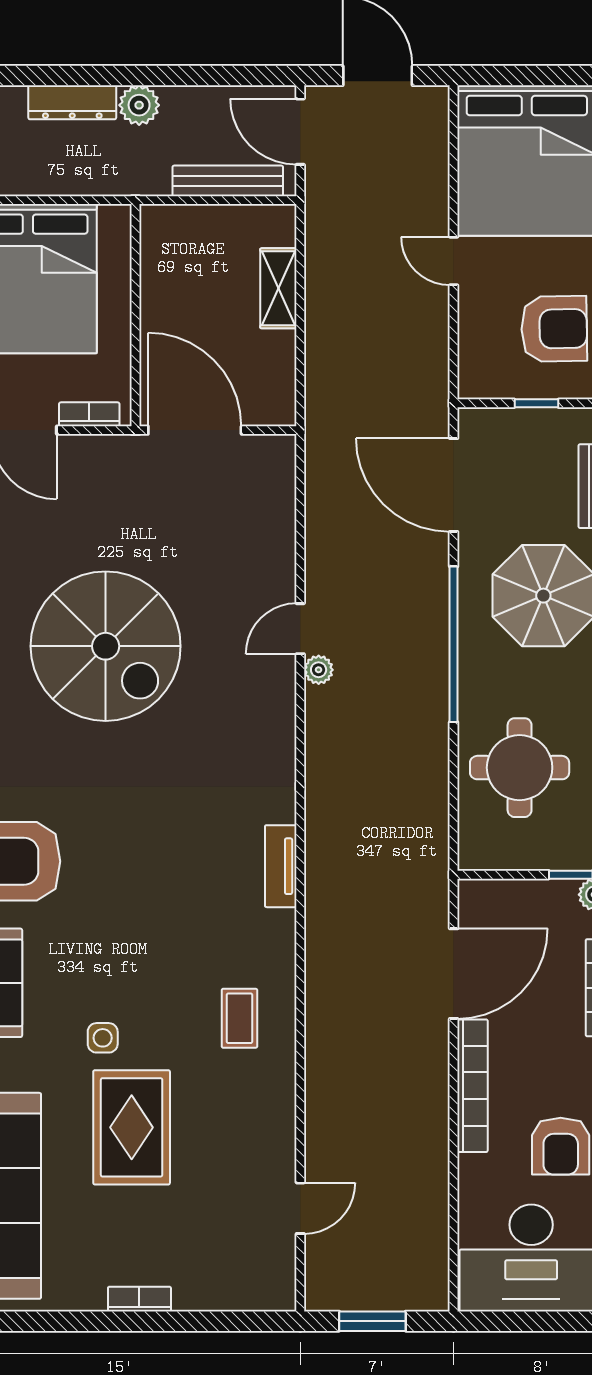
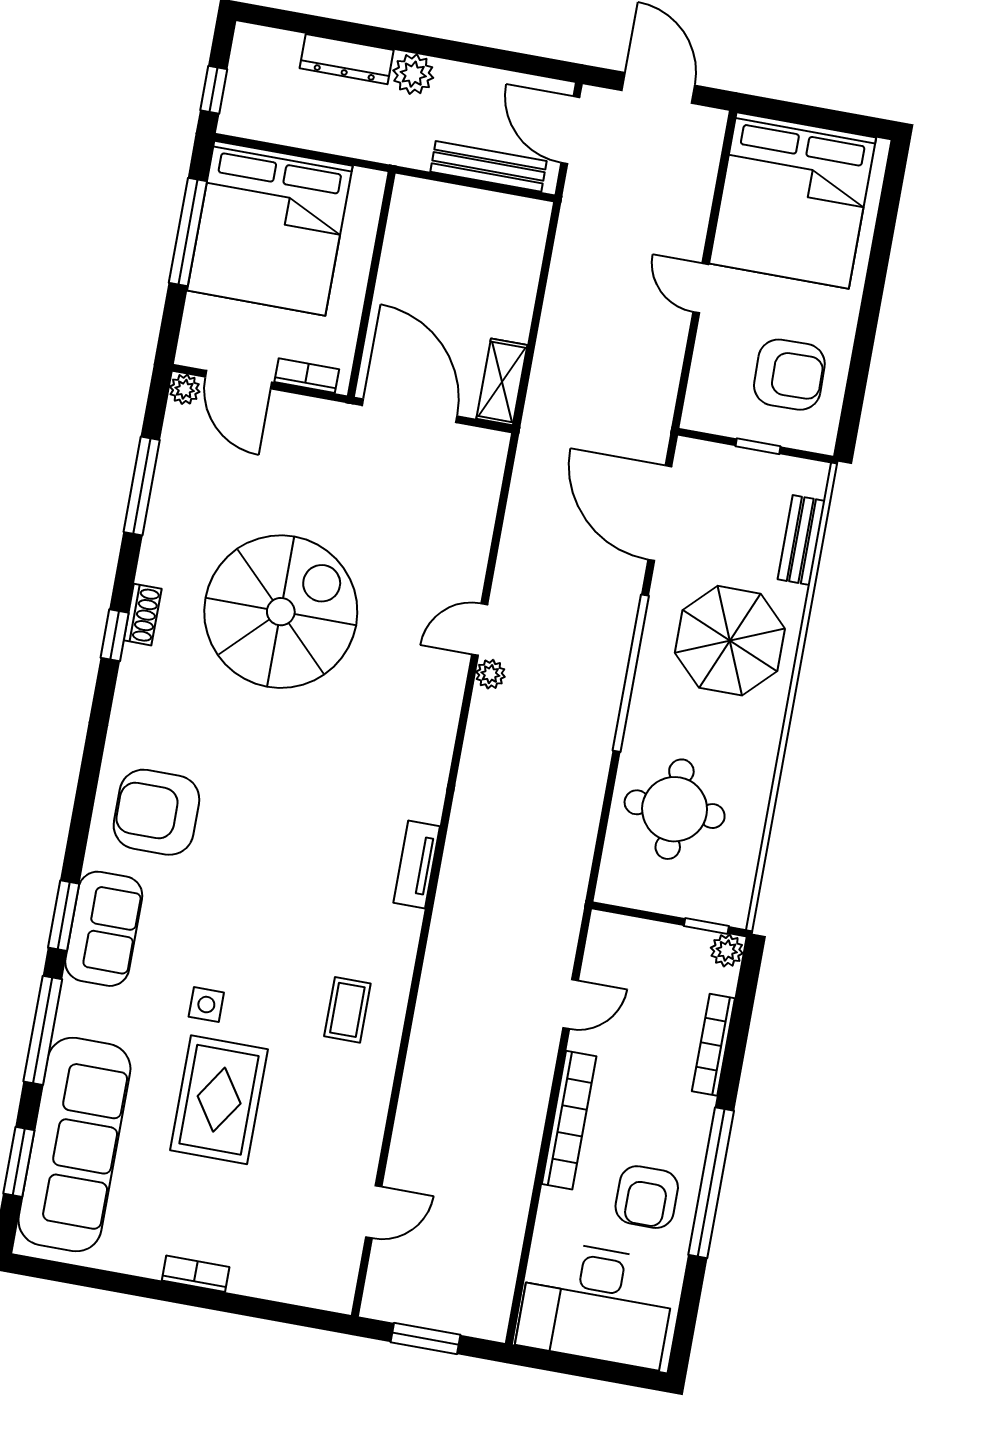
shelving: (278, 288) -> (502, 382), moved
spiral stairs: (106, 646) -> (281, 612), turned -90
door: (454, 974) -> (571, 1004), width x0.53

